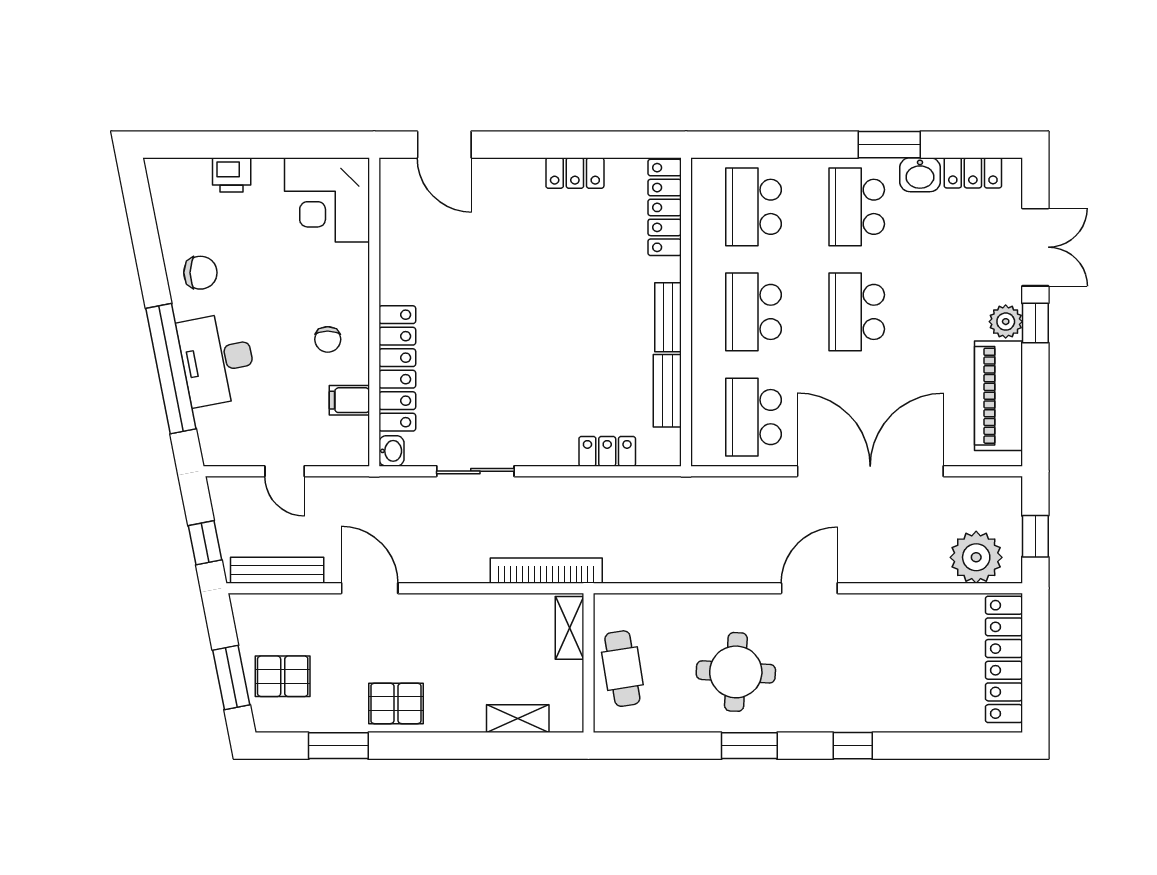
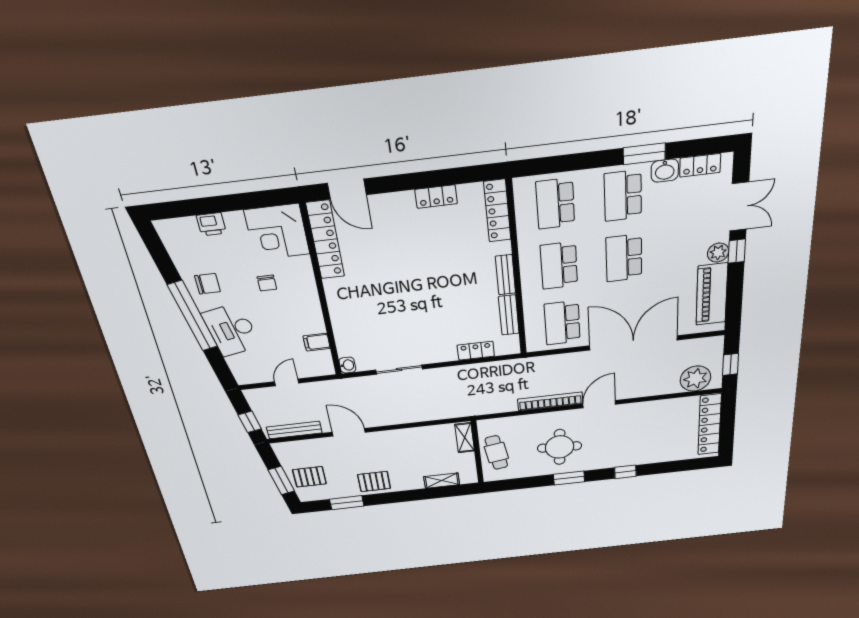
chair: (328, 339) -> (267, 283), moved
locker: (397, 368) -> (325, 240), moved
window: (171, 369) -> (193, 316), moved
door: (285, 471) -> (287, 382), swing flipped
bookcase: (546, 571) -> (550, 401), moved

